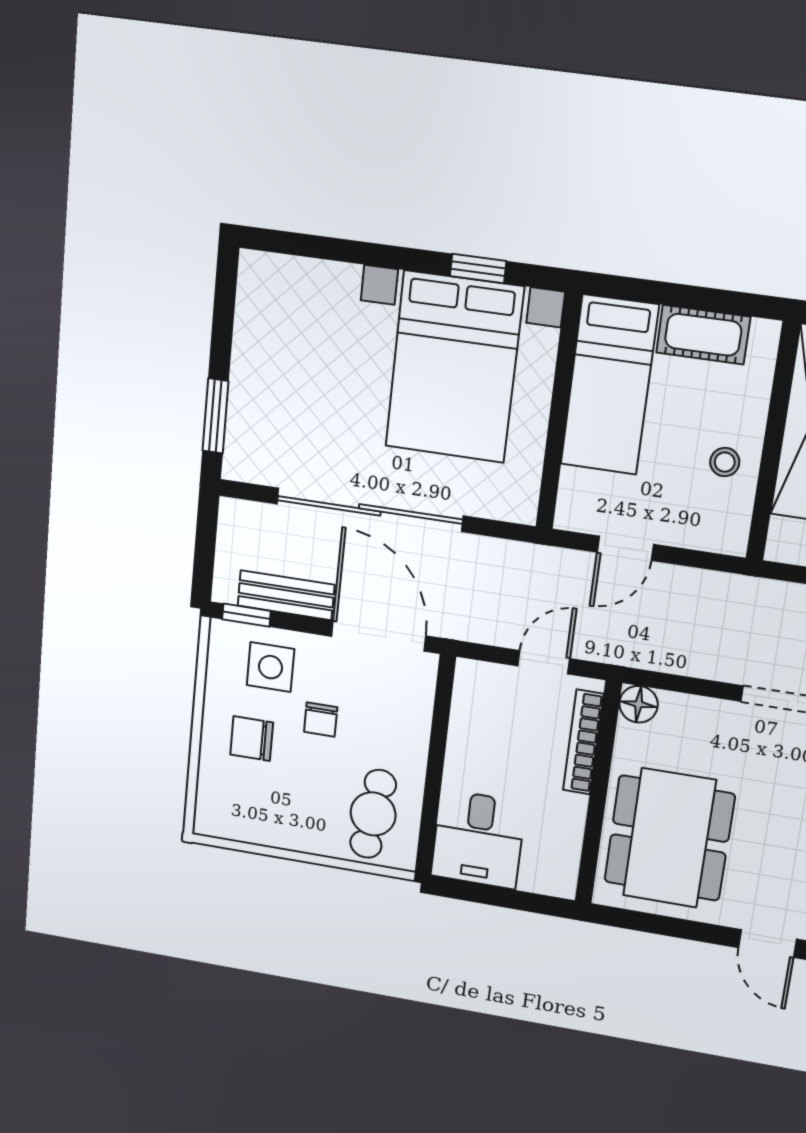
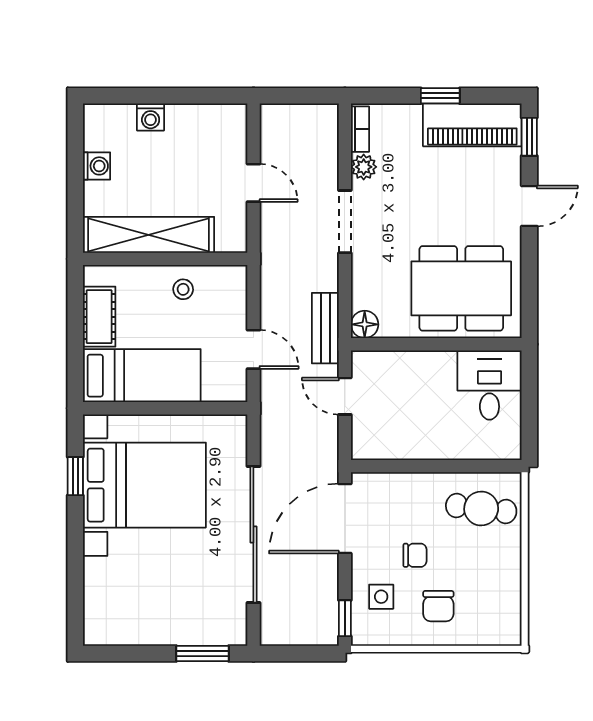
bench: (286, 595) -> (325, 328), moved
side table: (270, 667) -> (381, 597), width x0.73, depth x0.73
bookcase: (583, 742) -> (399, 360), removed
desk: (478, 839) -> (489, 385), moved, turned -90

